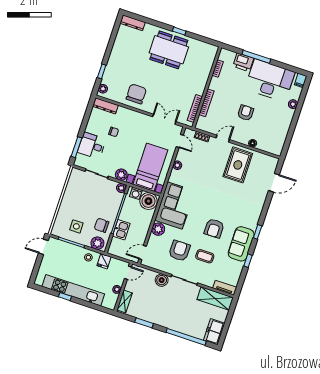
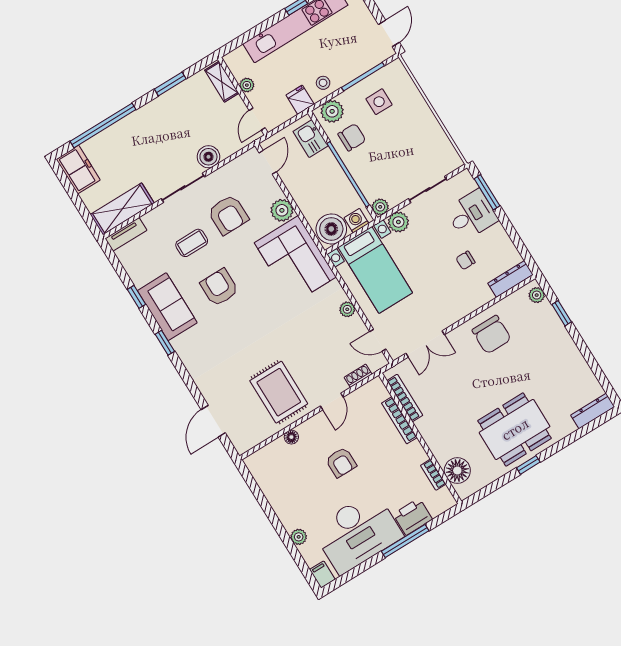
floor lamp: (207, 60) -> (457, 470), added
kitchen sink: (121, 230) -> (311, 139), moved

